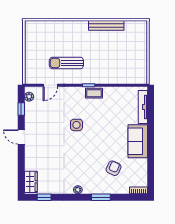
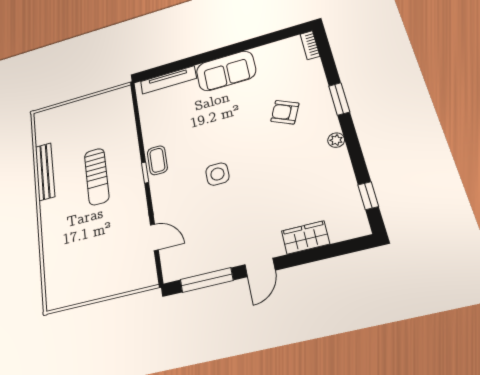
sun lounger: (66, 63) -> (97, 176), moved
plant: (29, 97) -> (181, 271), removed
window: (21, 109) -> (207, 280), width x2.17
armchair: (114, 168) -> (285, 112), moved
wardrobe: (31, 182) -> (306, 237), moved

